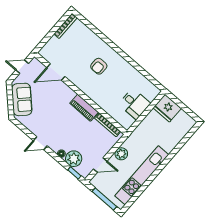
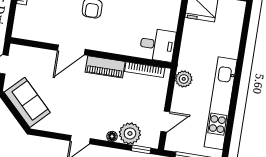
door: (56, 72) -> (71, 50), moved
desk: (134, 104) -> (158, 45), moved
plant: (121, 154) -> (184, 79), moved

